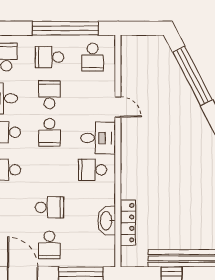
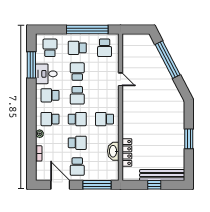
desk: (98, 138) -> (108, 99), removed
school desk: (49, 170) -> (77, 119), added

